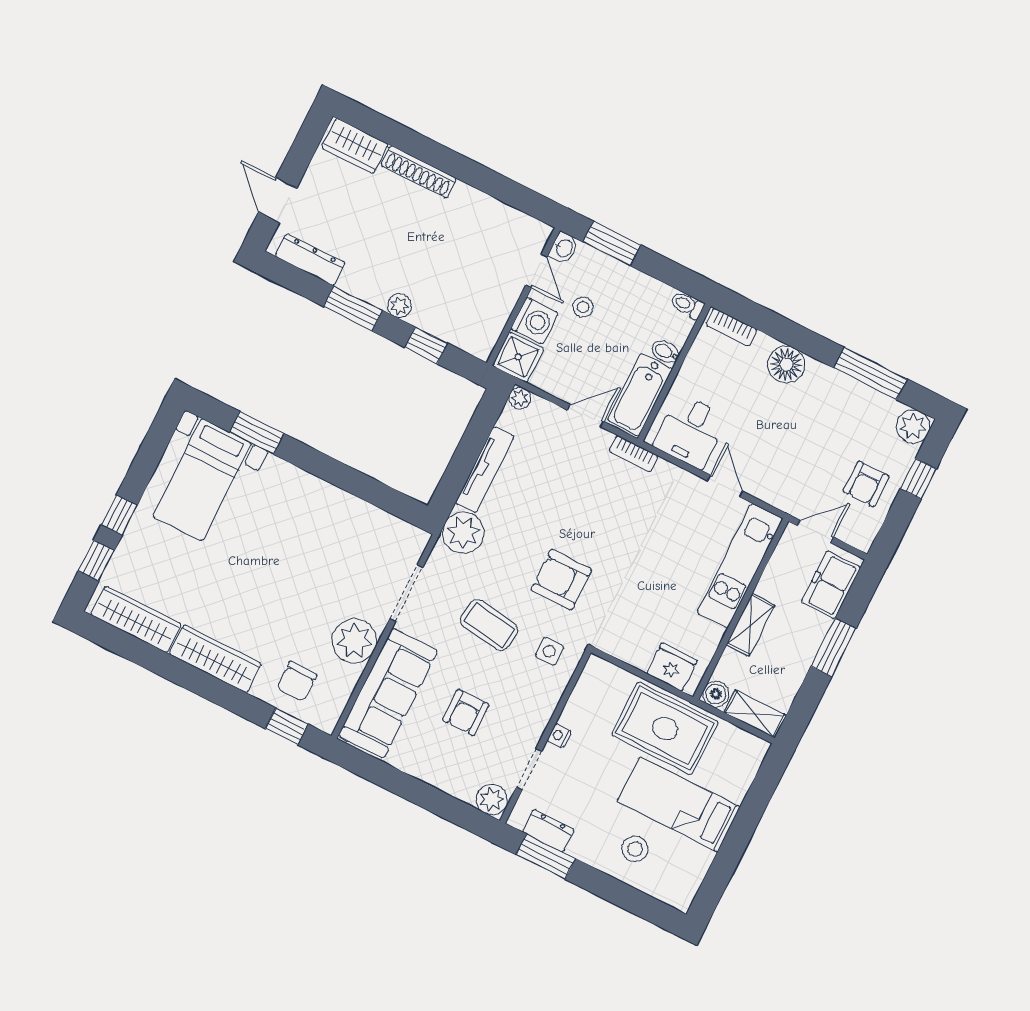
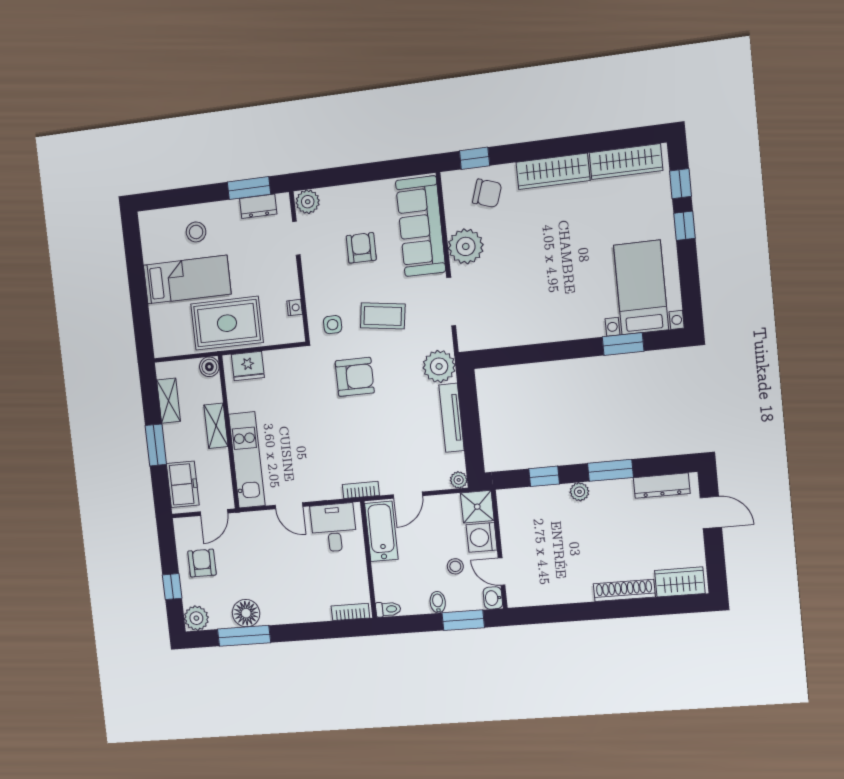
bidet: (666, 352) -> (438, 602), moved, turned -90
floor lamp: (786, 364) -> (246, 613), moved
chair: (297, 681) -> (487, 193), turned 108
shelving: (755, 714) -> (169, 401), moved, turned 90
nightstand: (559, 736) -> (295, 308), moved

